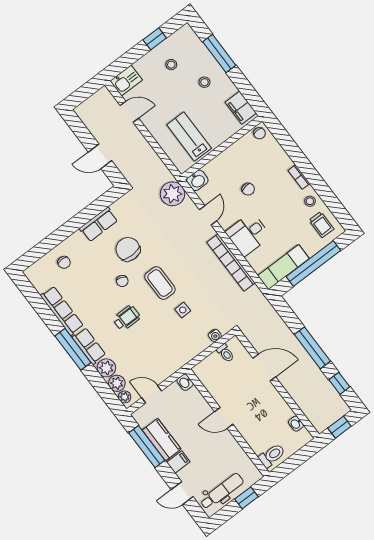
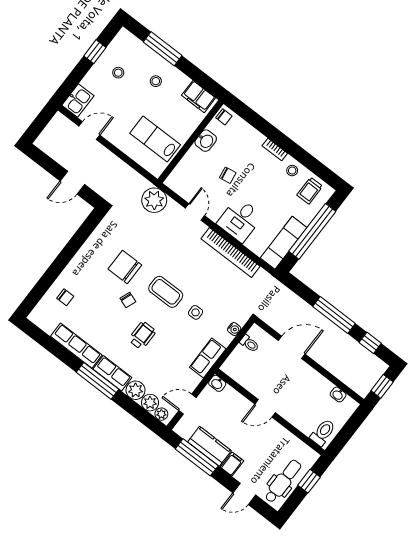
washbasin: (197, 180) -> (206, 141), moved
row of seats: (99, 224) -> (208, 358), moved, turned 180
trolley: (321, 225) -> (310, 191), turned 90

